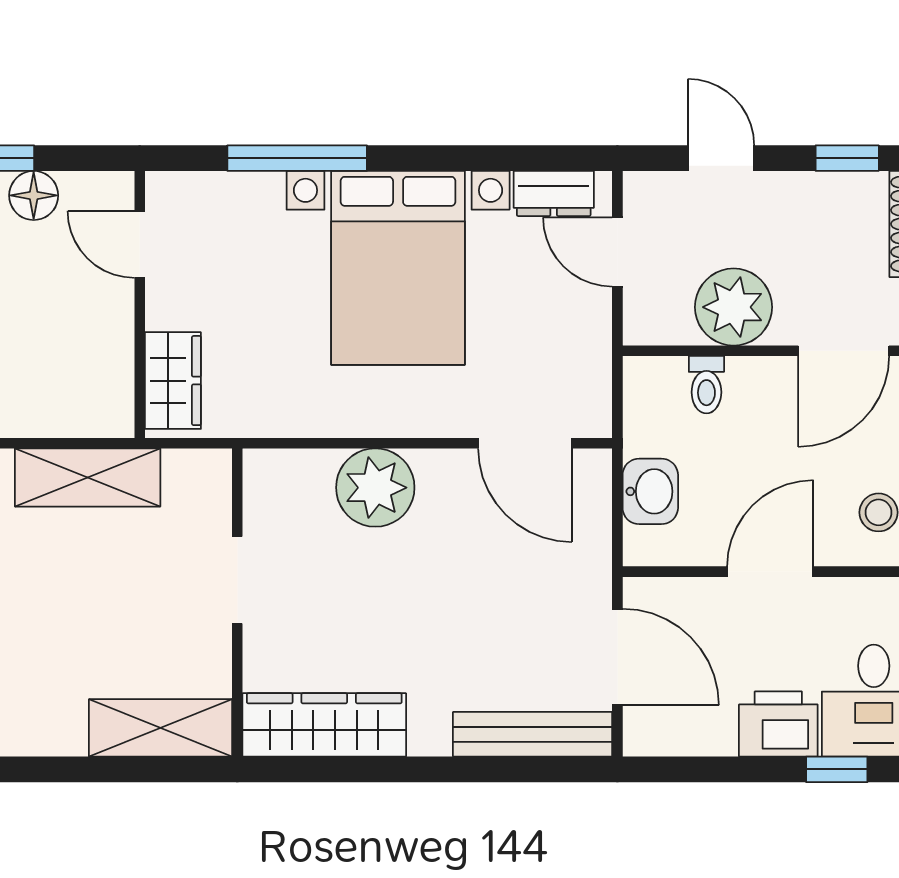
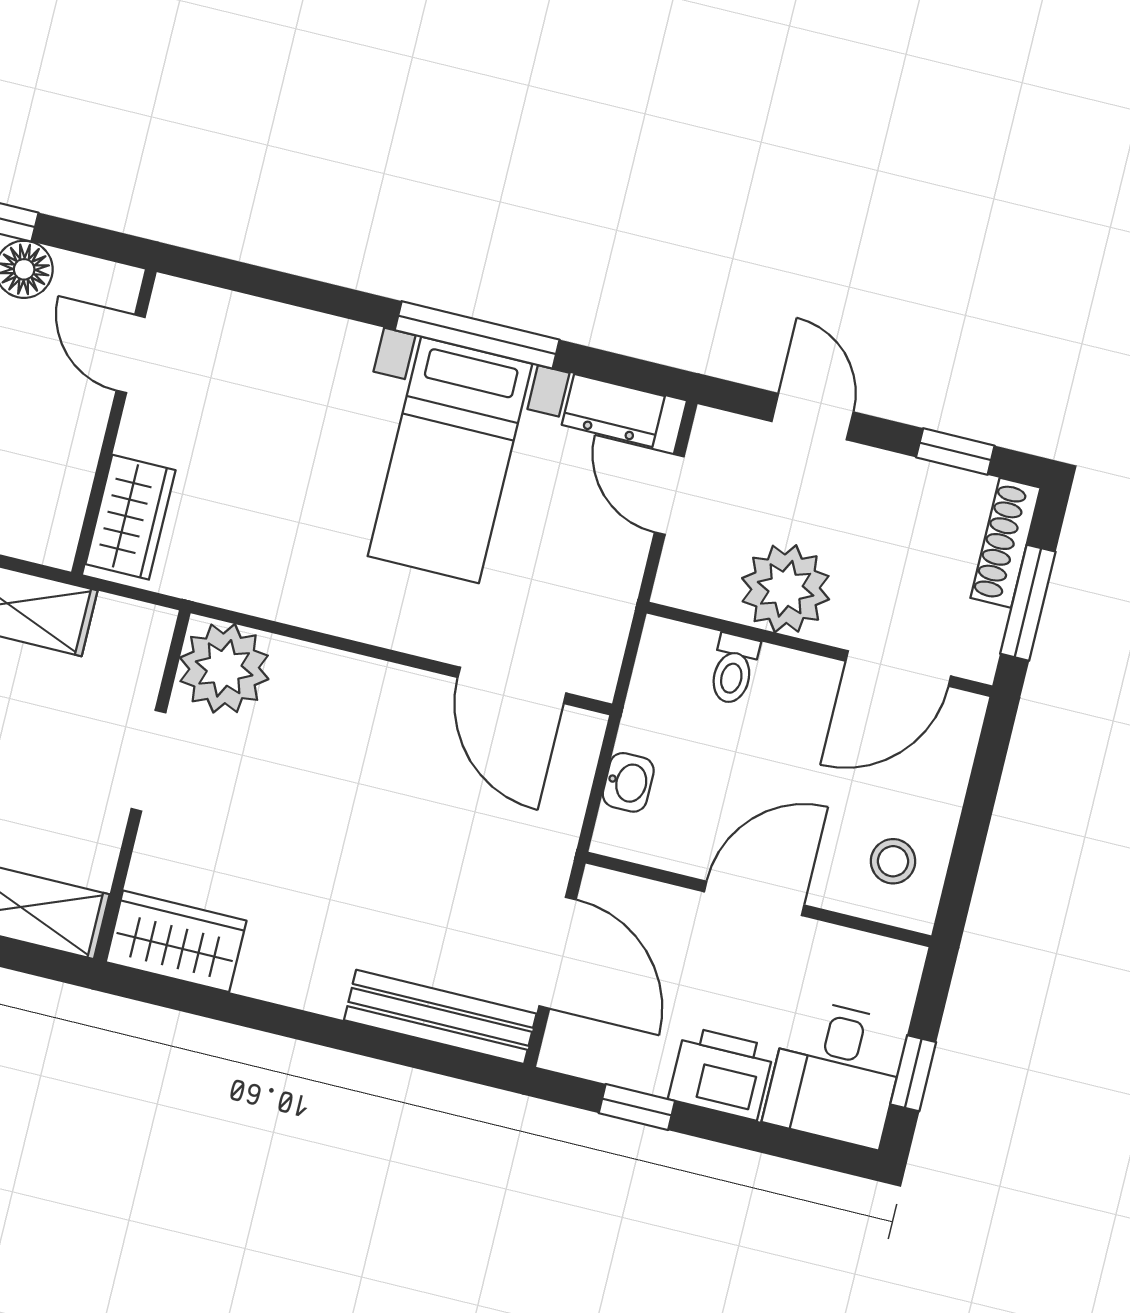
window: (297, 158) -> (477, 335), moved
bed with nightstands: (398, 268) -> (450, 460), width x0.73
plant: (375, 488) -> (224, 668), moved
washbasin: (650, 491) -> (628, 782), width x0.72, depth x0.69
wardrobe: (324, 725) -> (176, 941), width x0.67
window: (837, 769) -> (637, 1107), moved

